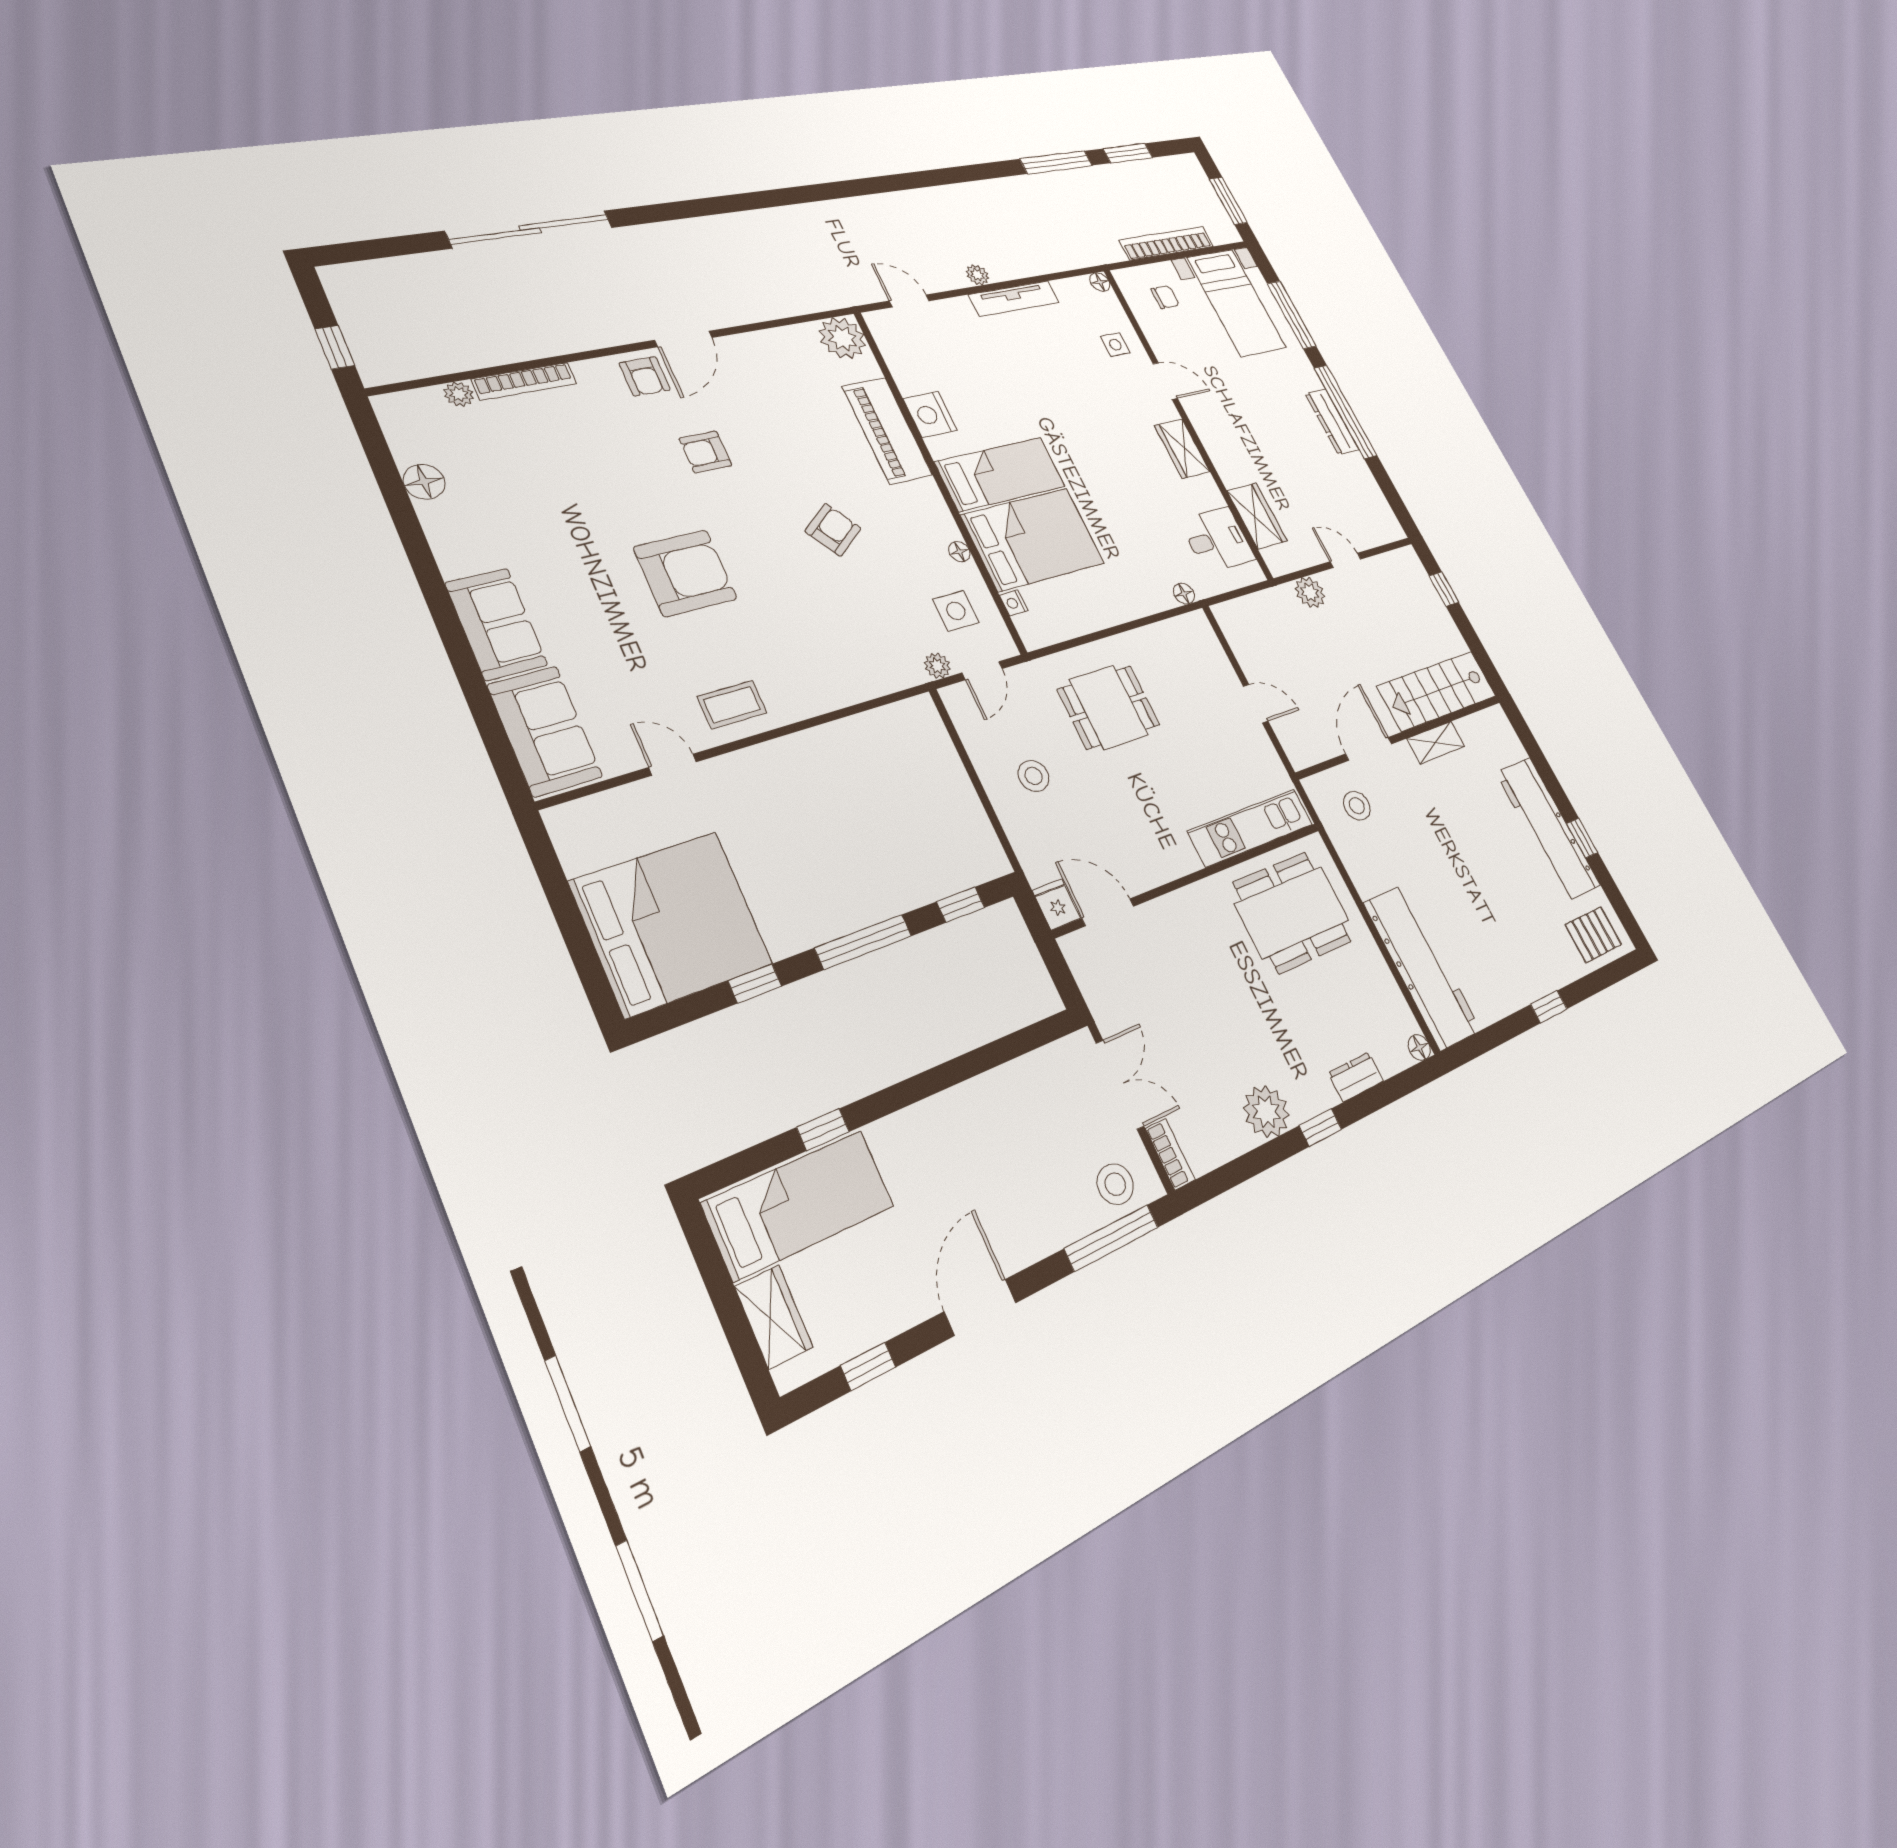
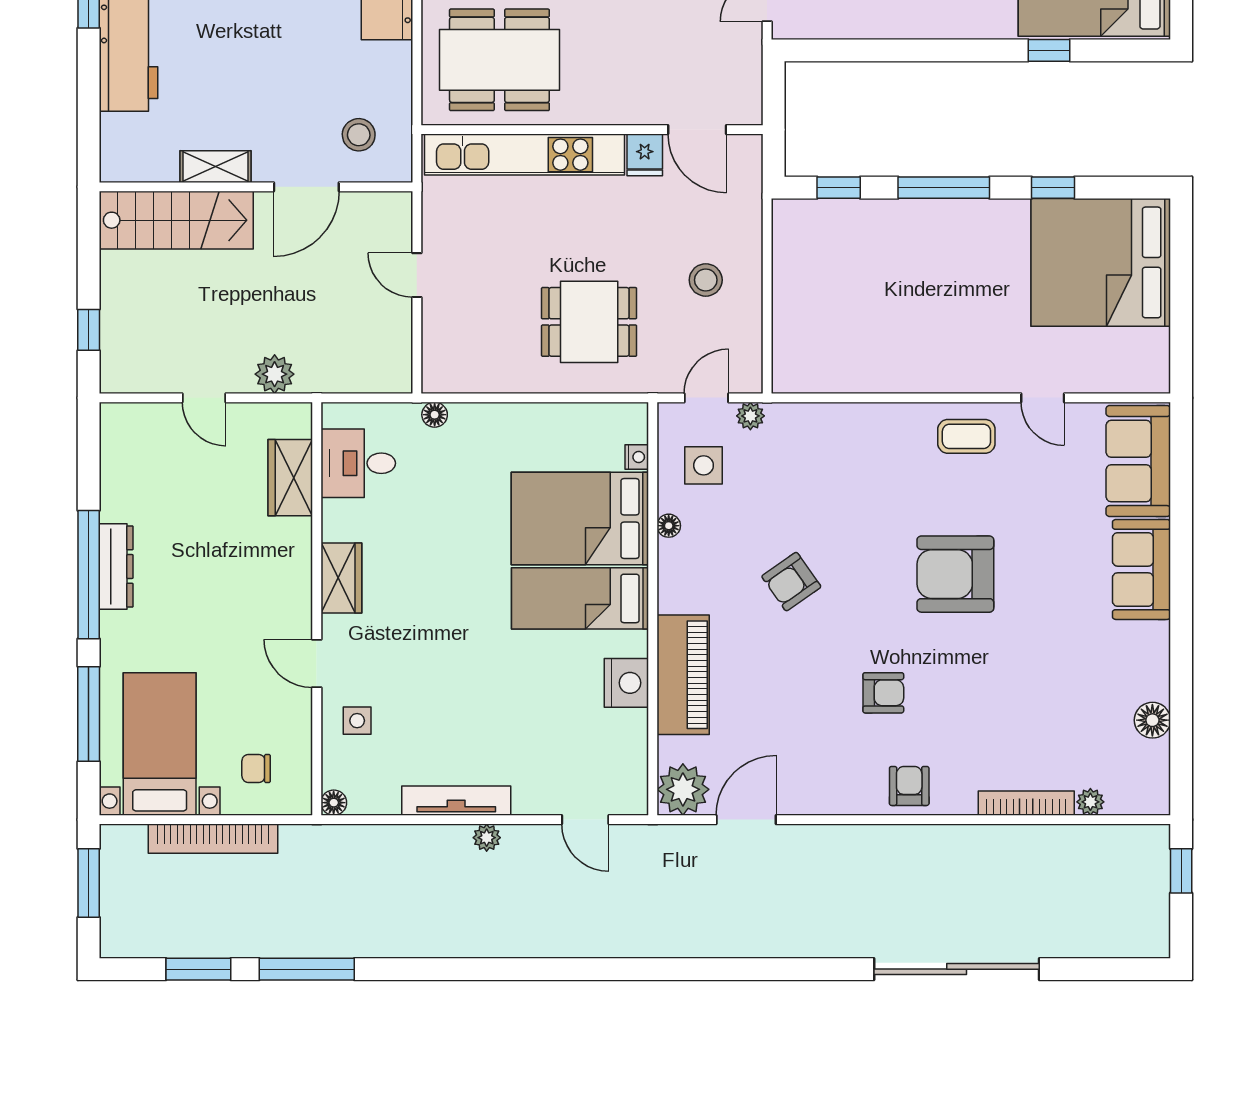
door: (684, 339) -> (746, 820), moved
kitchen unit: (1251, 828) -> (524, 155), width x1.36
fridge: (1056, 904) -> (645, 155), moved

